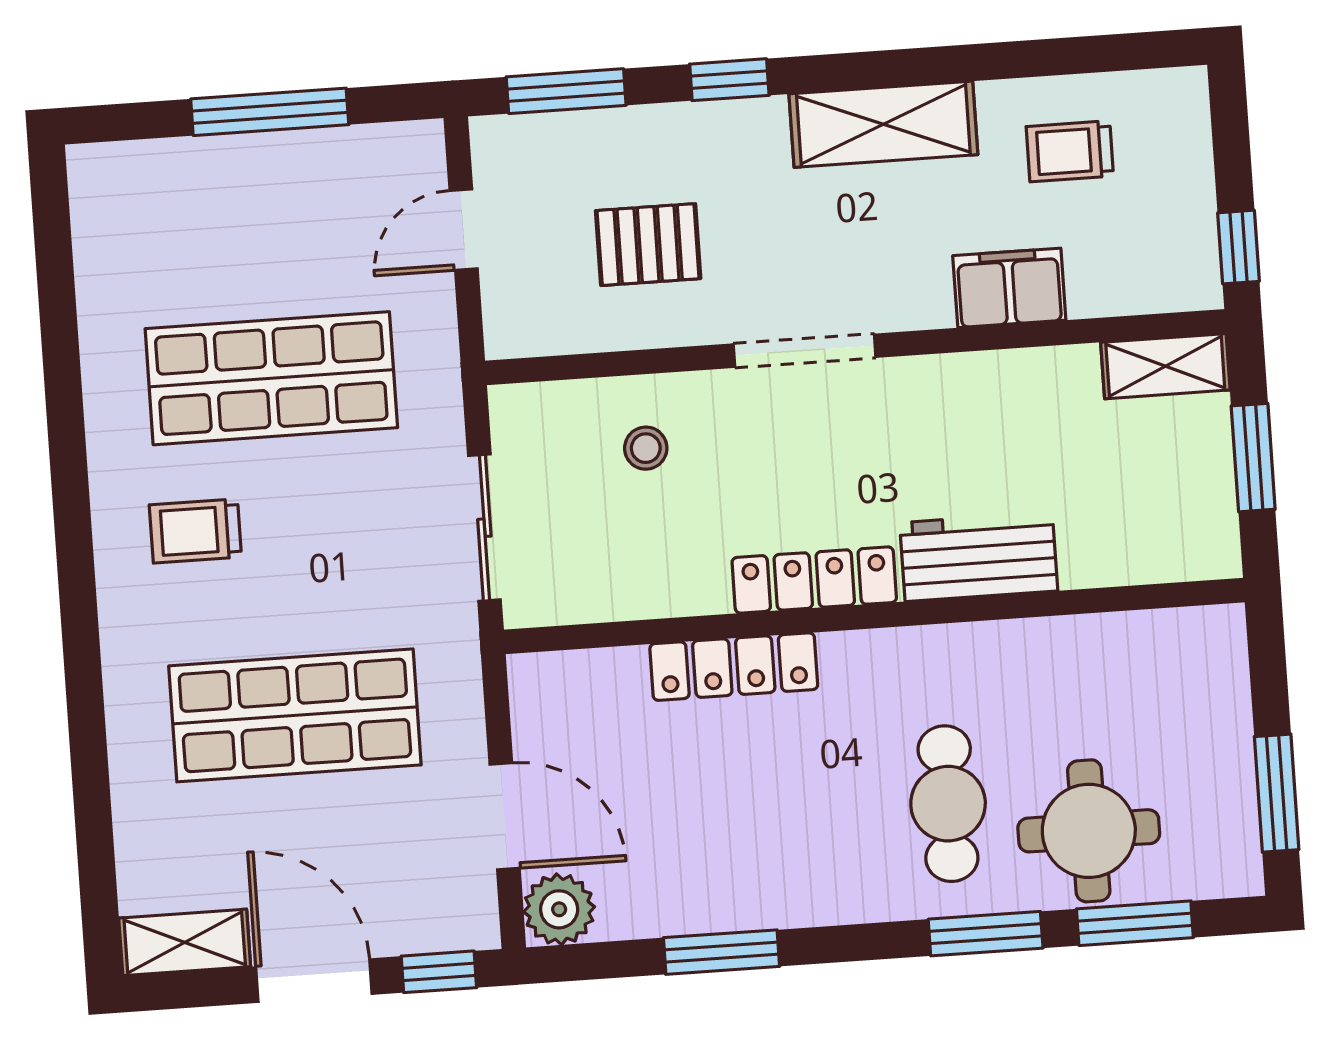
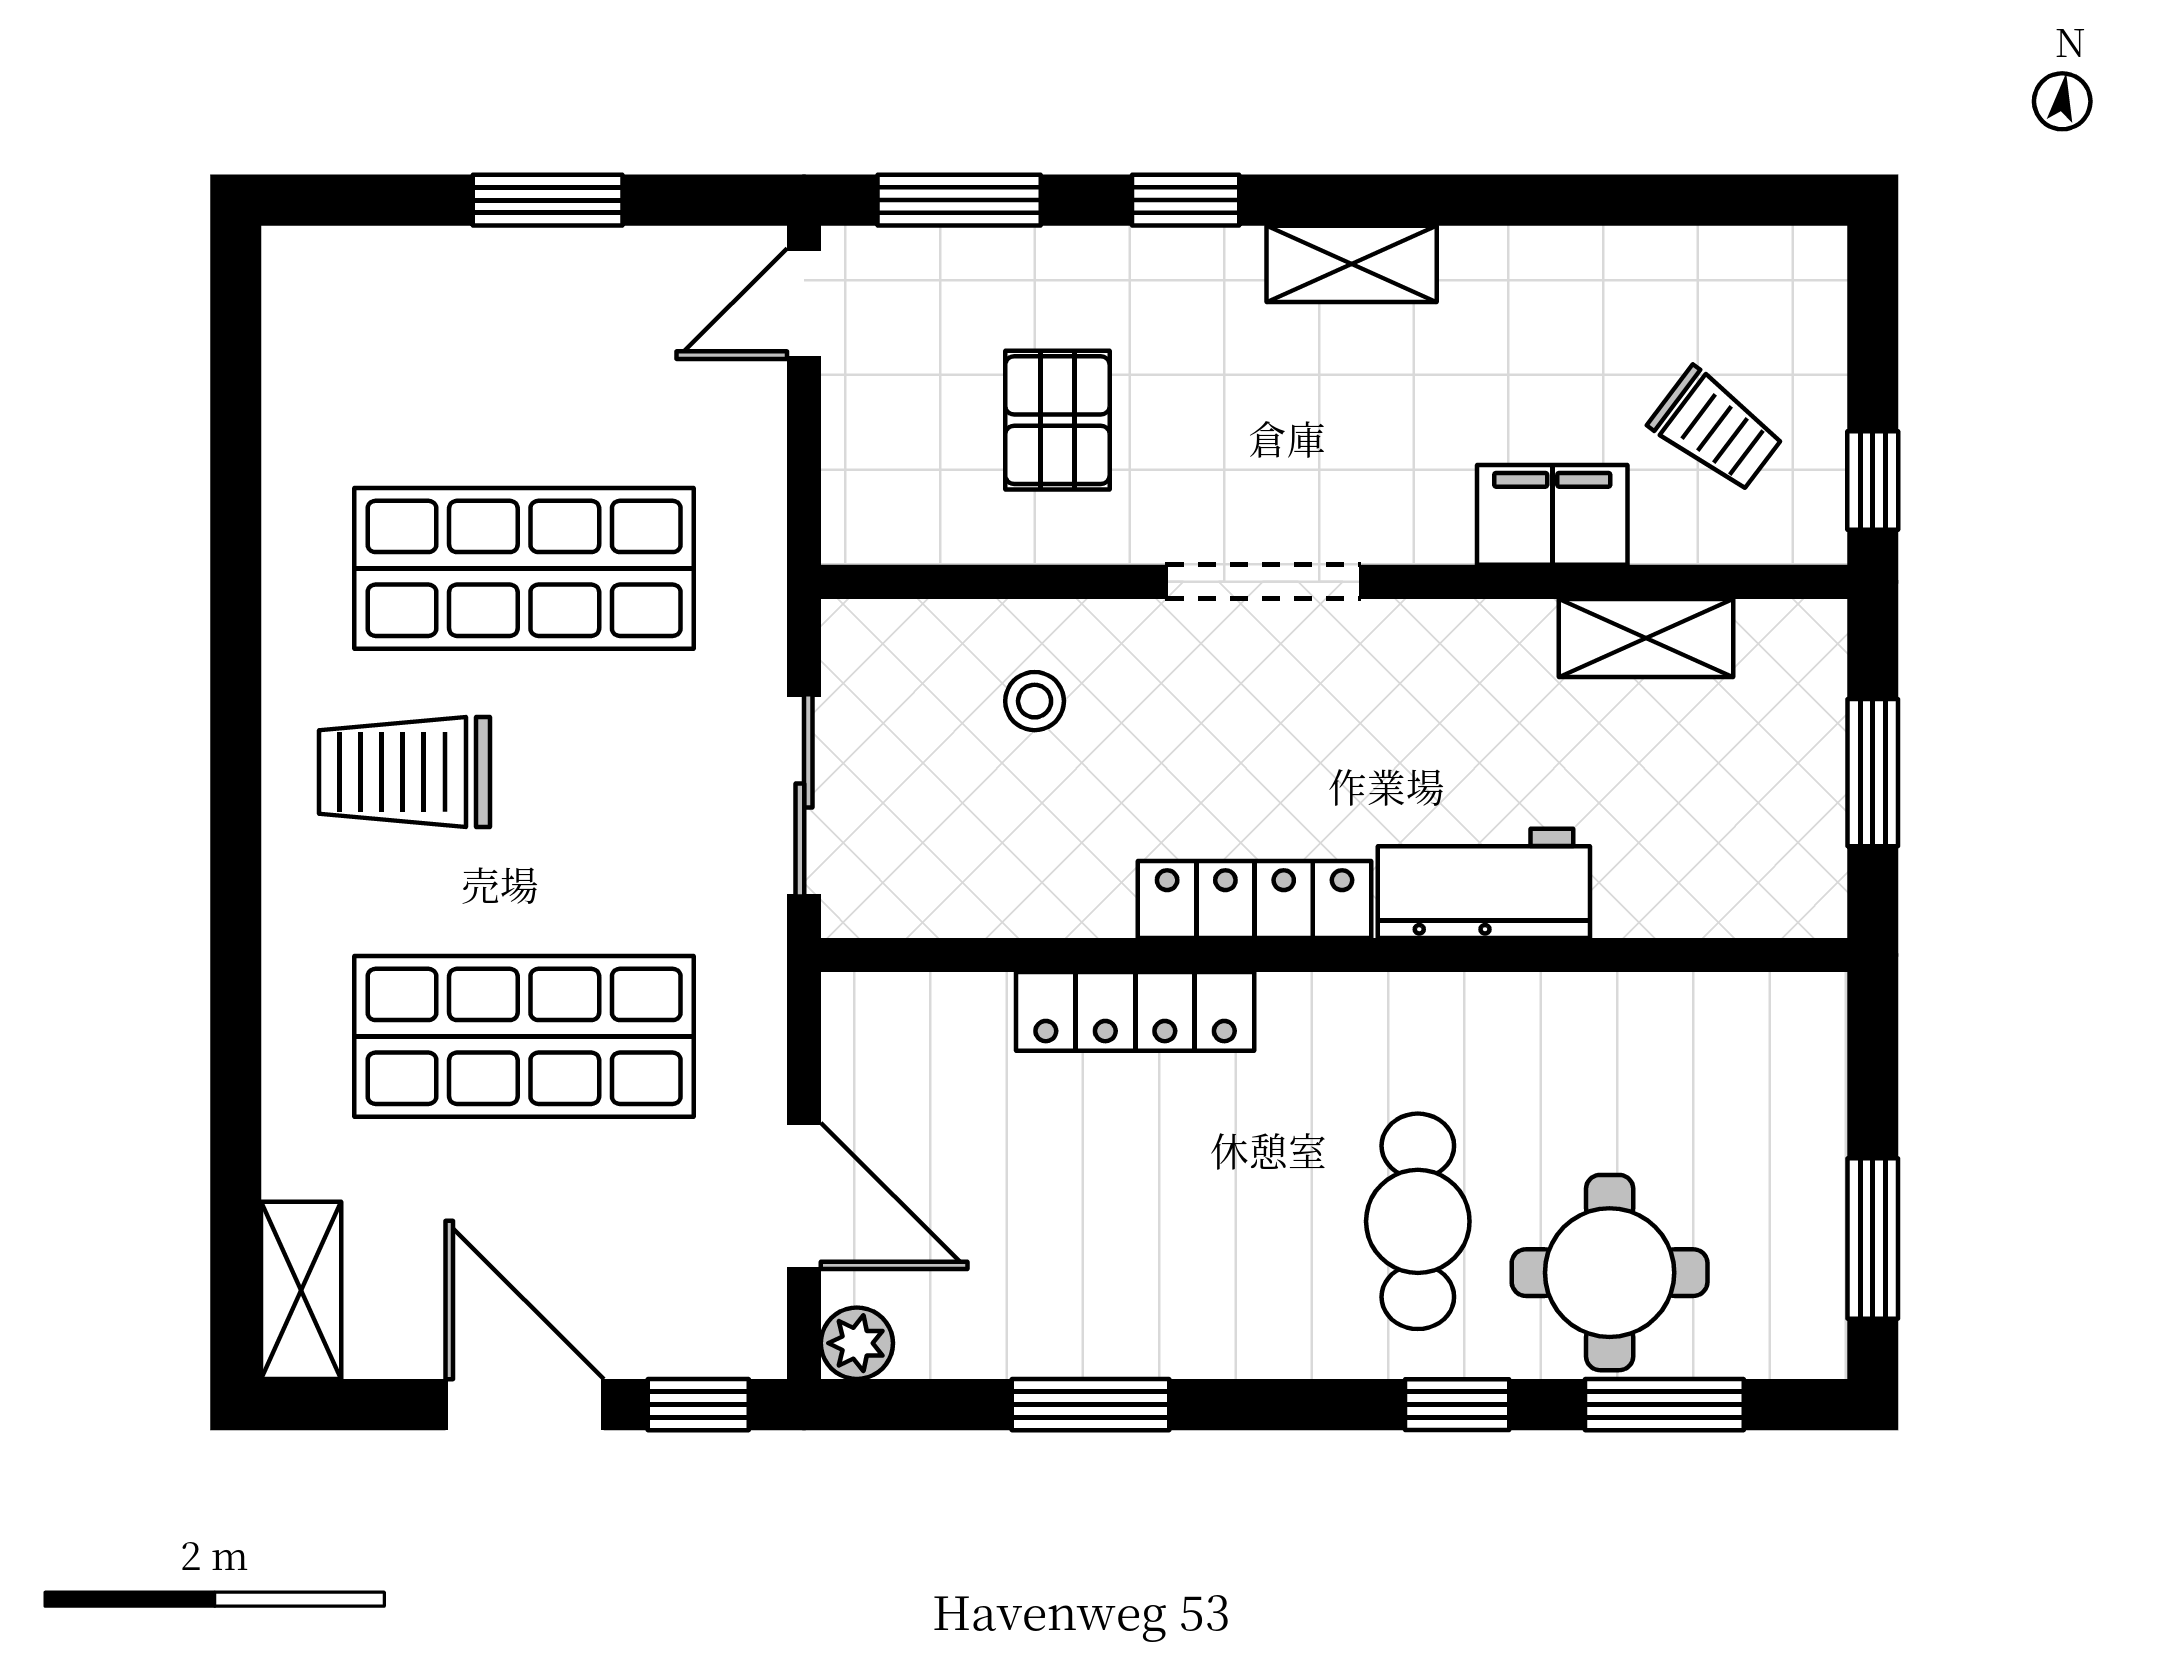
window: (270, 112) -> (548, 200), width x0.69
shelving: (883, 124) -> (1352, 264), width x0.67, depth x0.75
trolley: (1070, 151) -> (1716, 430), moved, turned -143
door: (464, 230) -> (804, 304), moved
pallet: (648, 245) -> (1057, 420), turned 90
shelving: (1165, 366) -> (1646, 638), moved
trolley: (195, 531) -> (404, 772), width x1.36, depth x1.39
plant: (559, 909) -> (857, 1343), width x0.73, depth x0.73
window: (986, 934) -> (1457, 1405), width x0.67
shelving: (185, 942) -> (301, 1290), moved, turned 90

